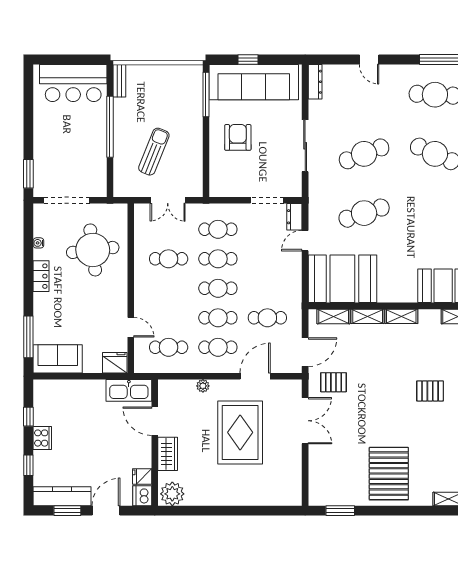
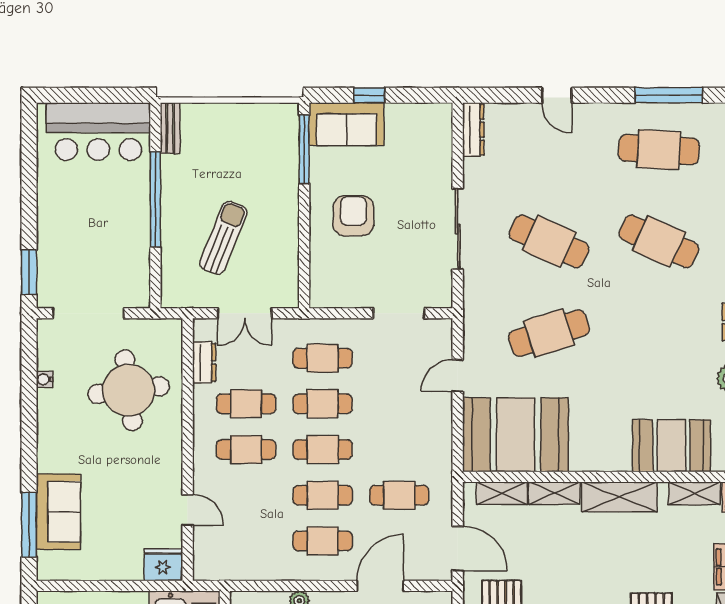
sofa: (254, 82) -> (346, 124), width x0.54, depth x0.79
cafe table: (364, 154) -> (549, 241), turned 45
dresser: (294, 217) -> (204, 362), moved, turned 180
locker: (41, 276) -> (48, 431), removed
shelving: (401, 316) -> (619, 497), width x1.50, depth x1.33
cafe table: (169, 347) -> (246, 450), moved
door: (305, 352) -> (458, 548), hinge flipped
sofa: (58, 359) -> (58, 512), moved, turned 90

